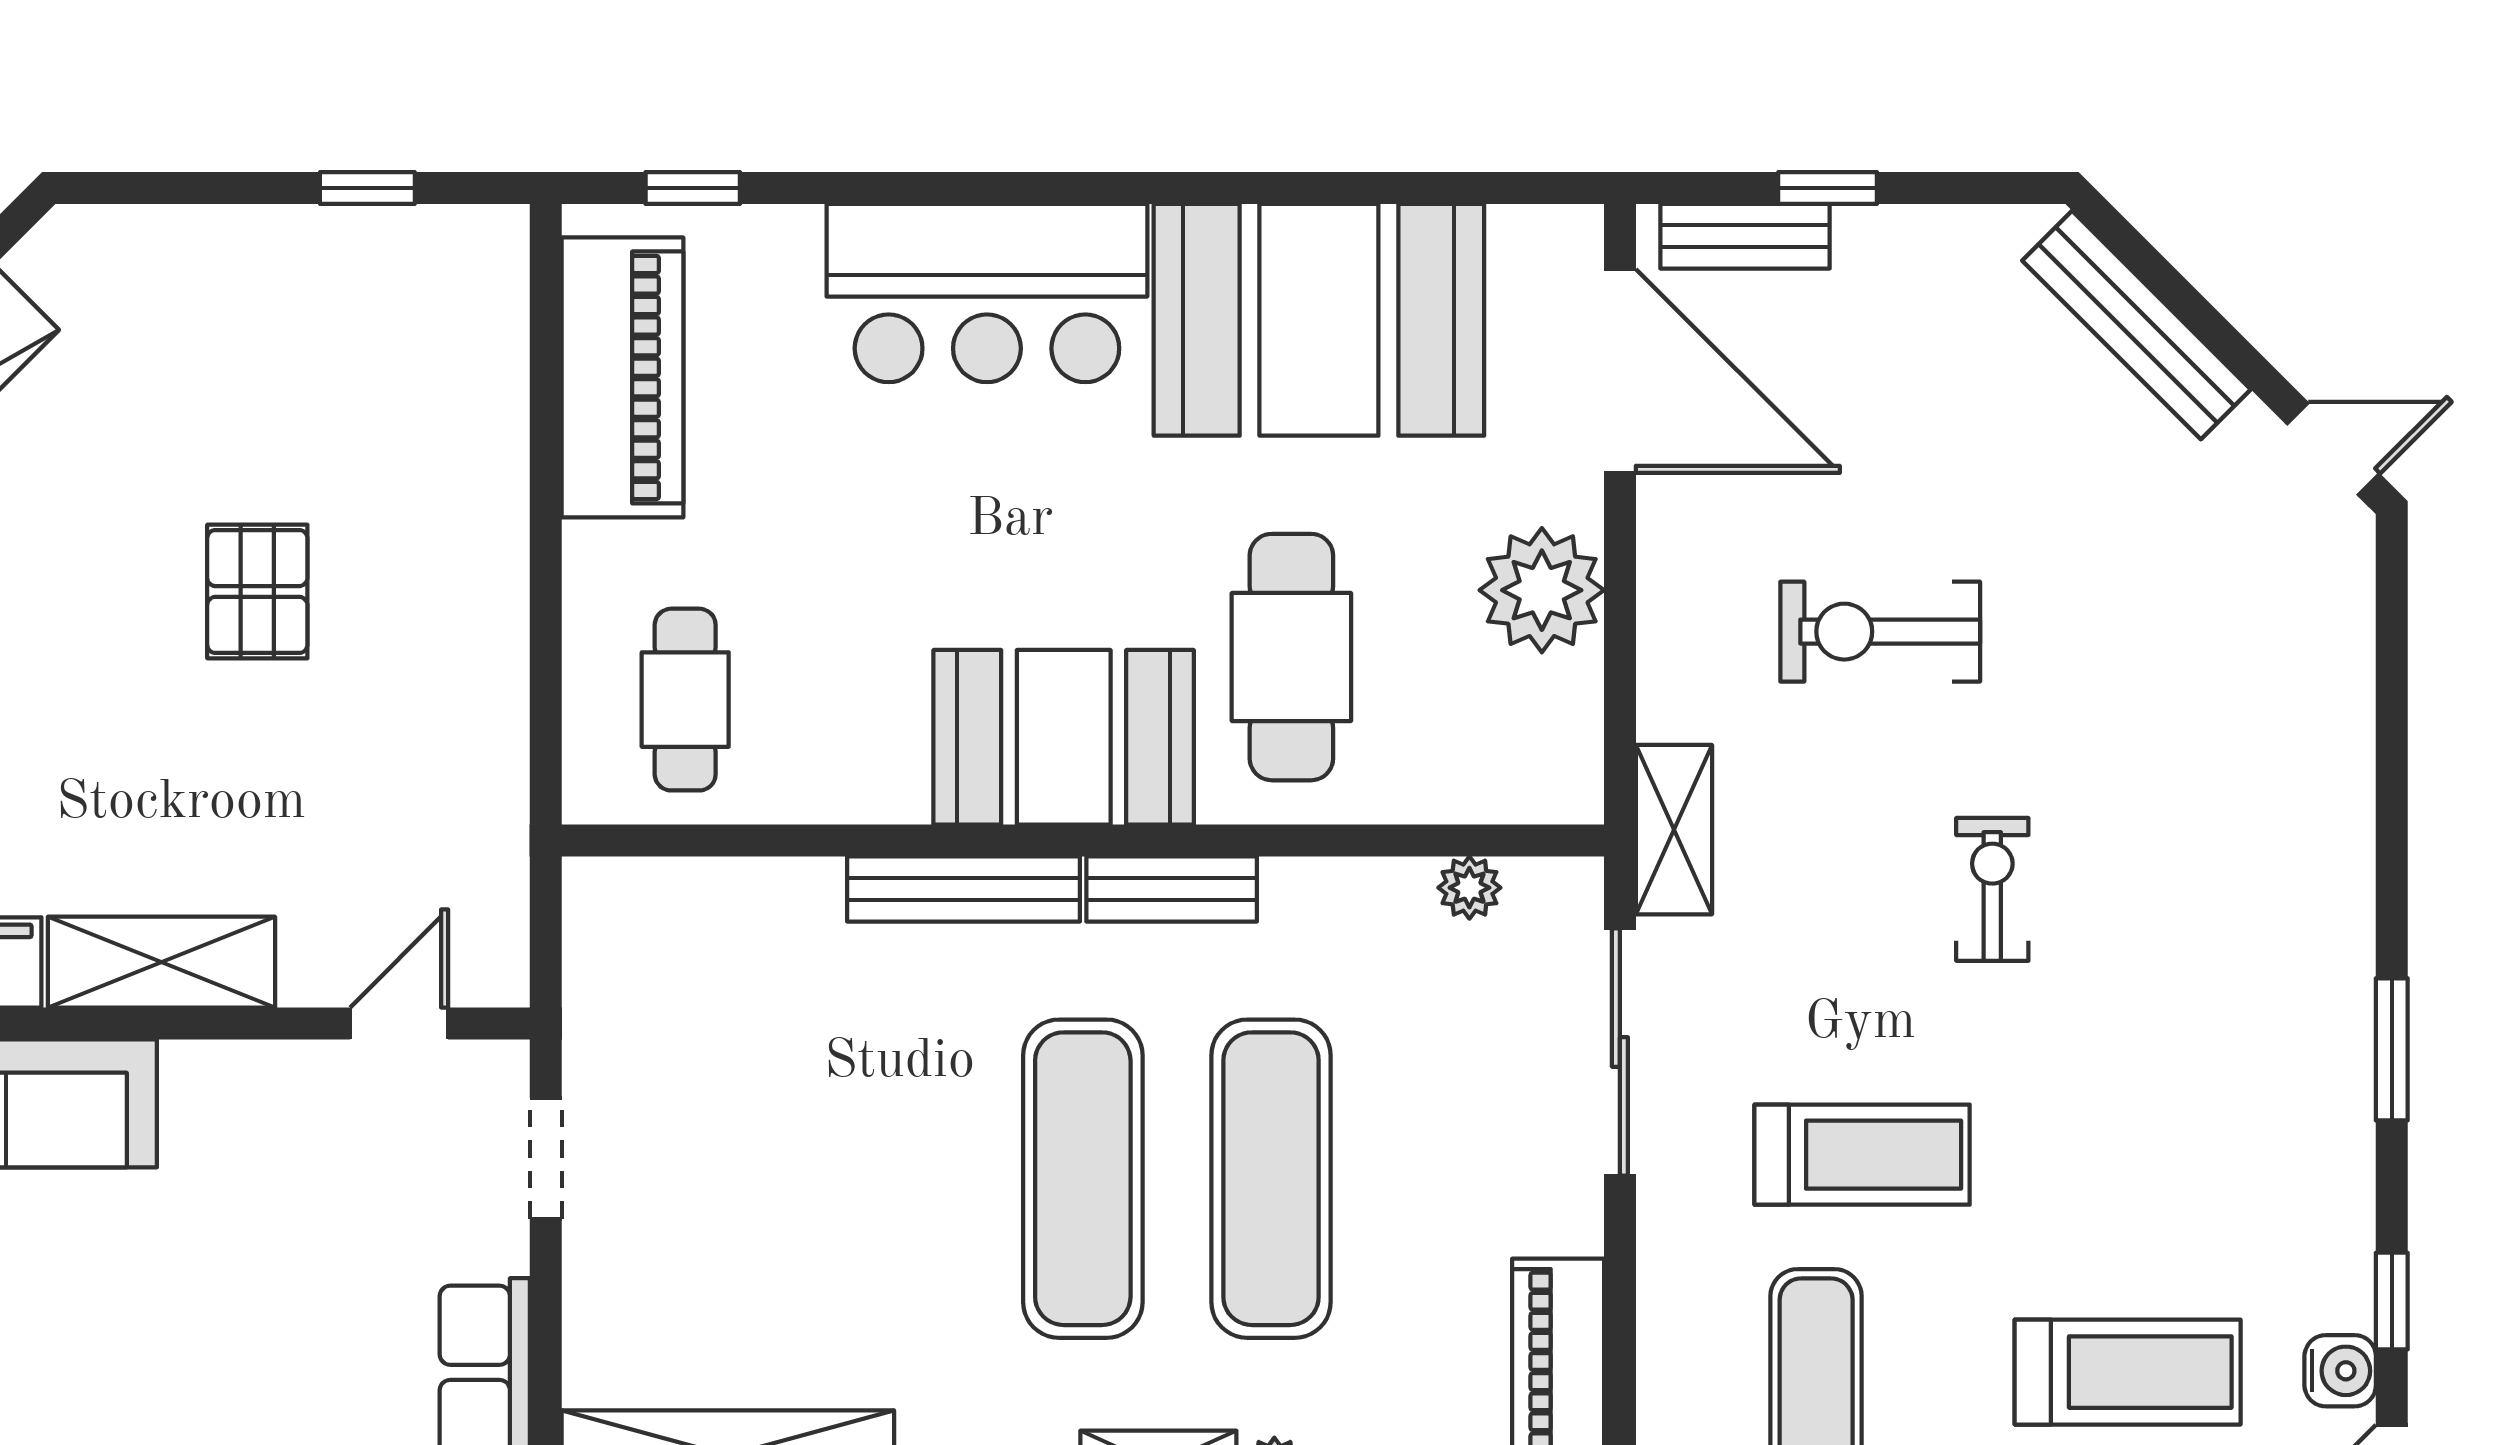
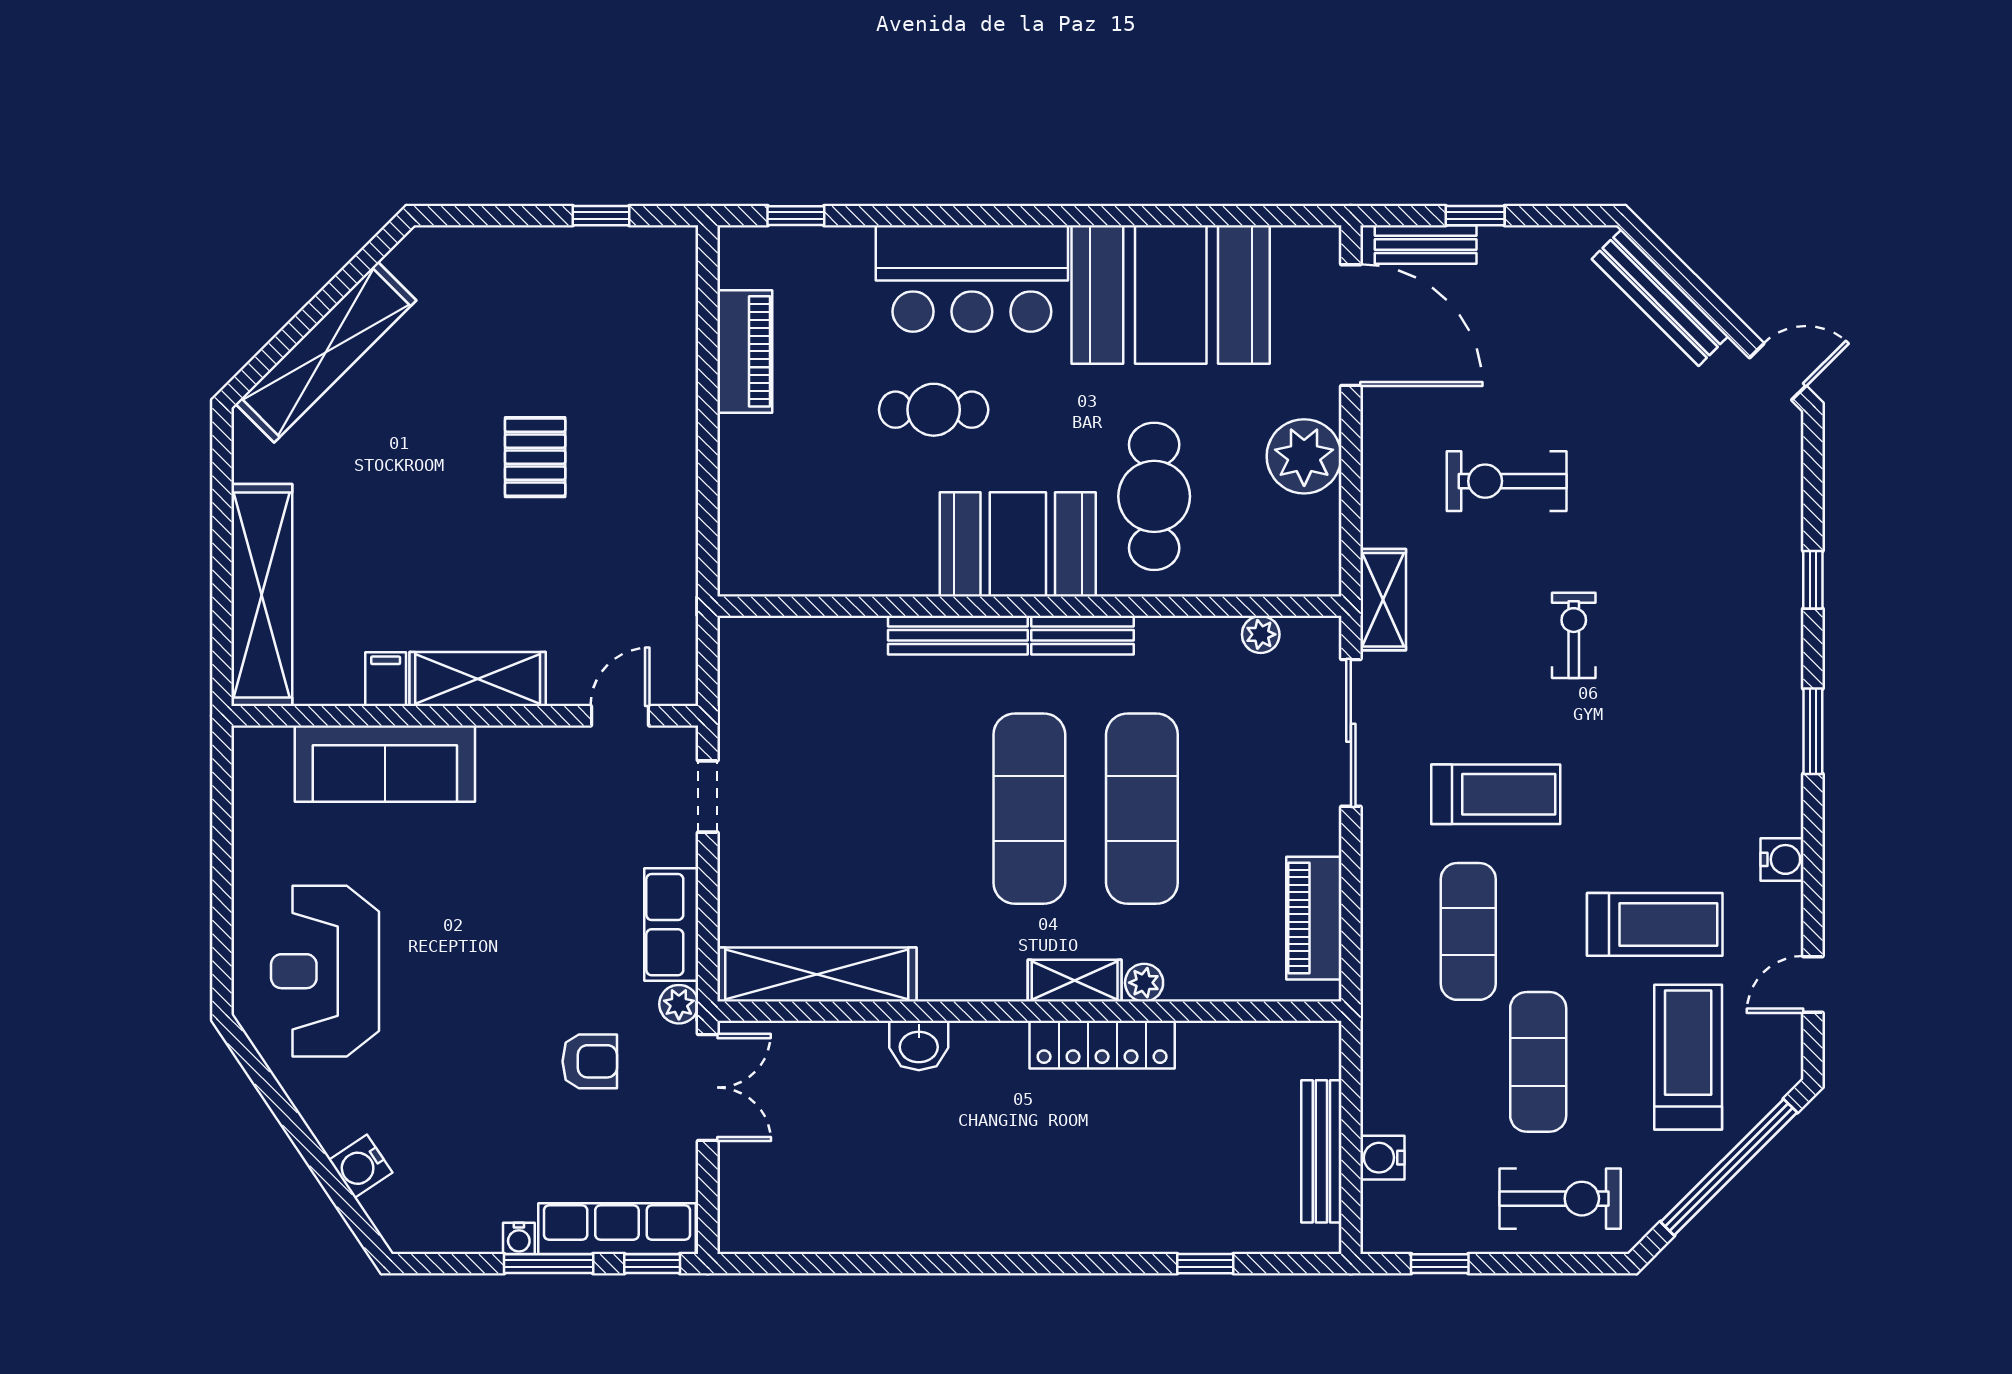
piano: (622, 377) -> (745, 351), width x0.73, depth x0.75
cafe table: (685, 700) -> (934, 410), moved, turned 90
window: (2392, 1301) -> (1813, 580), moved
water cooler: (2340, 1371) -> (1782, 859), moved

